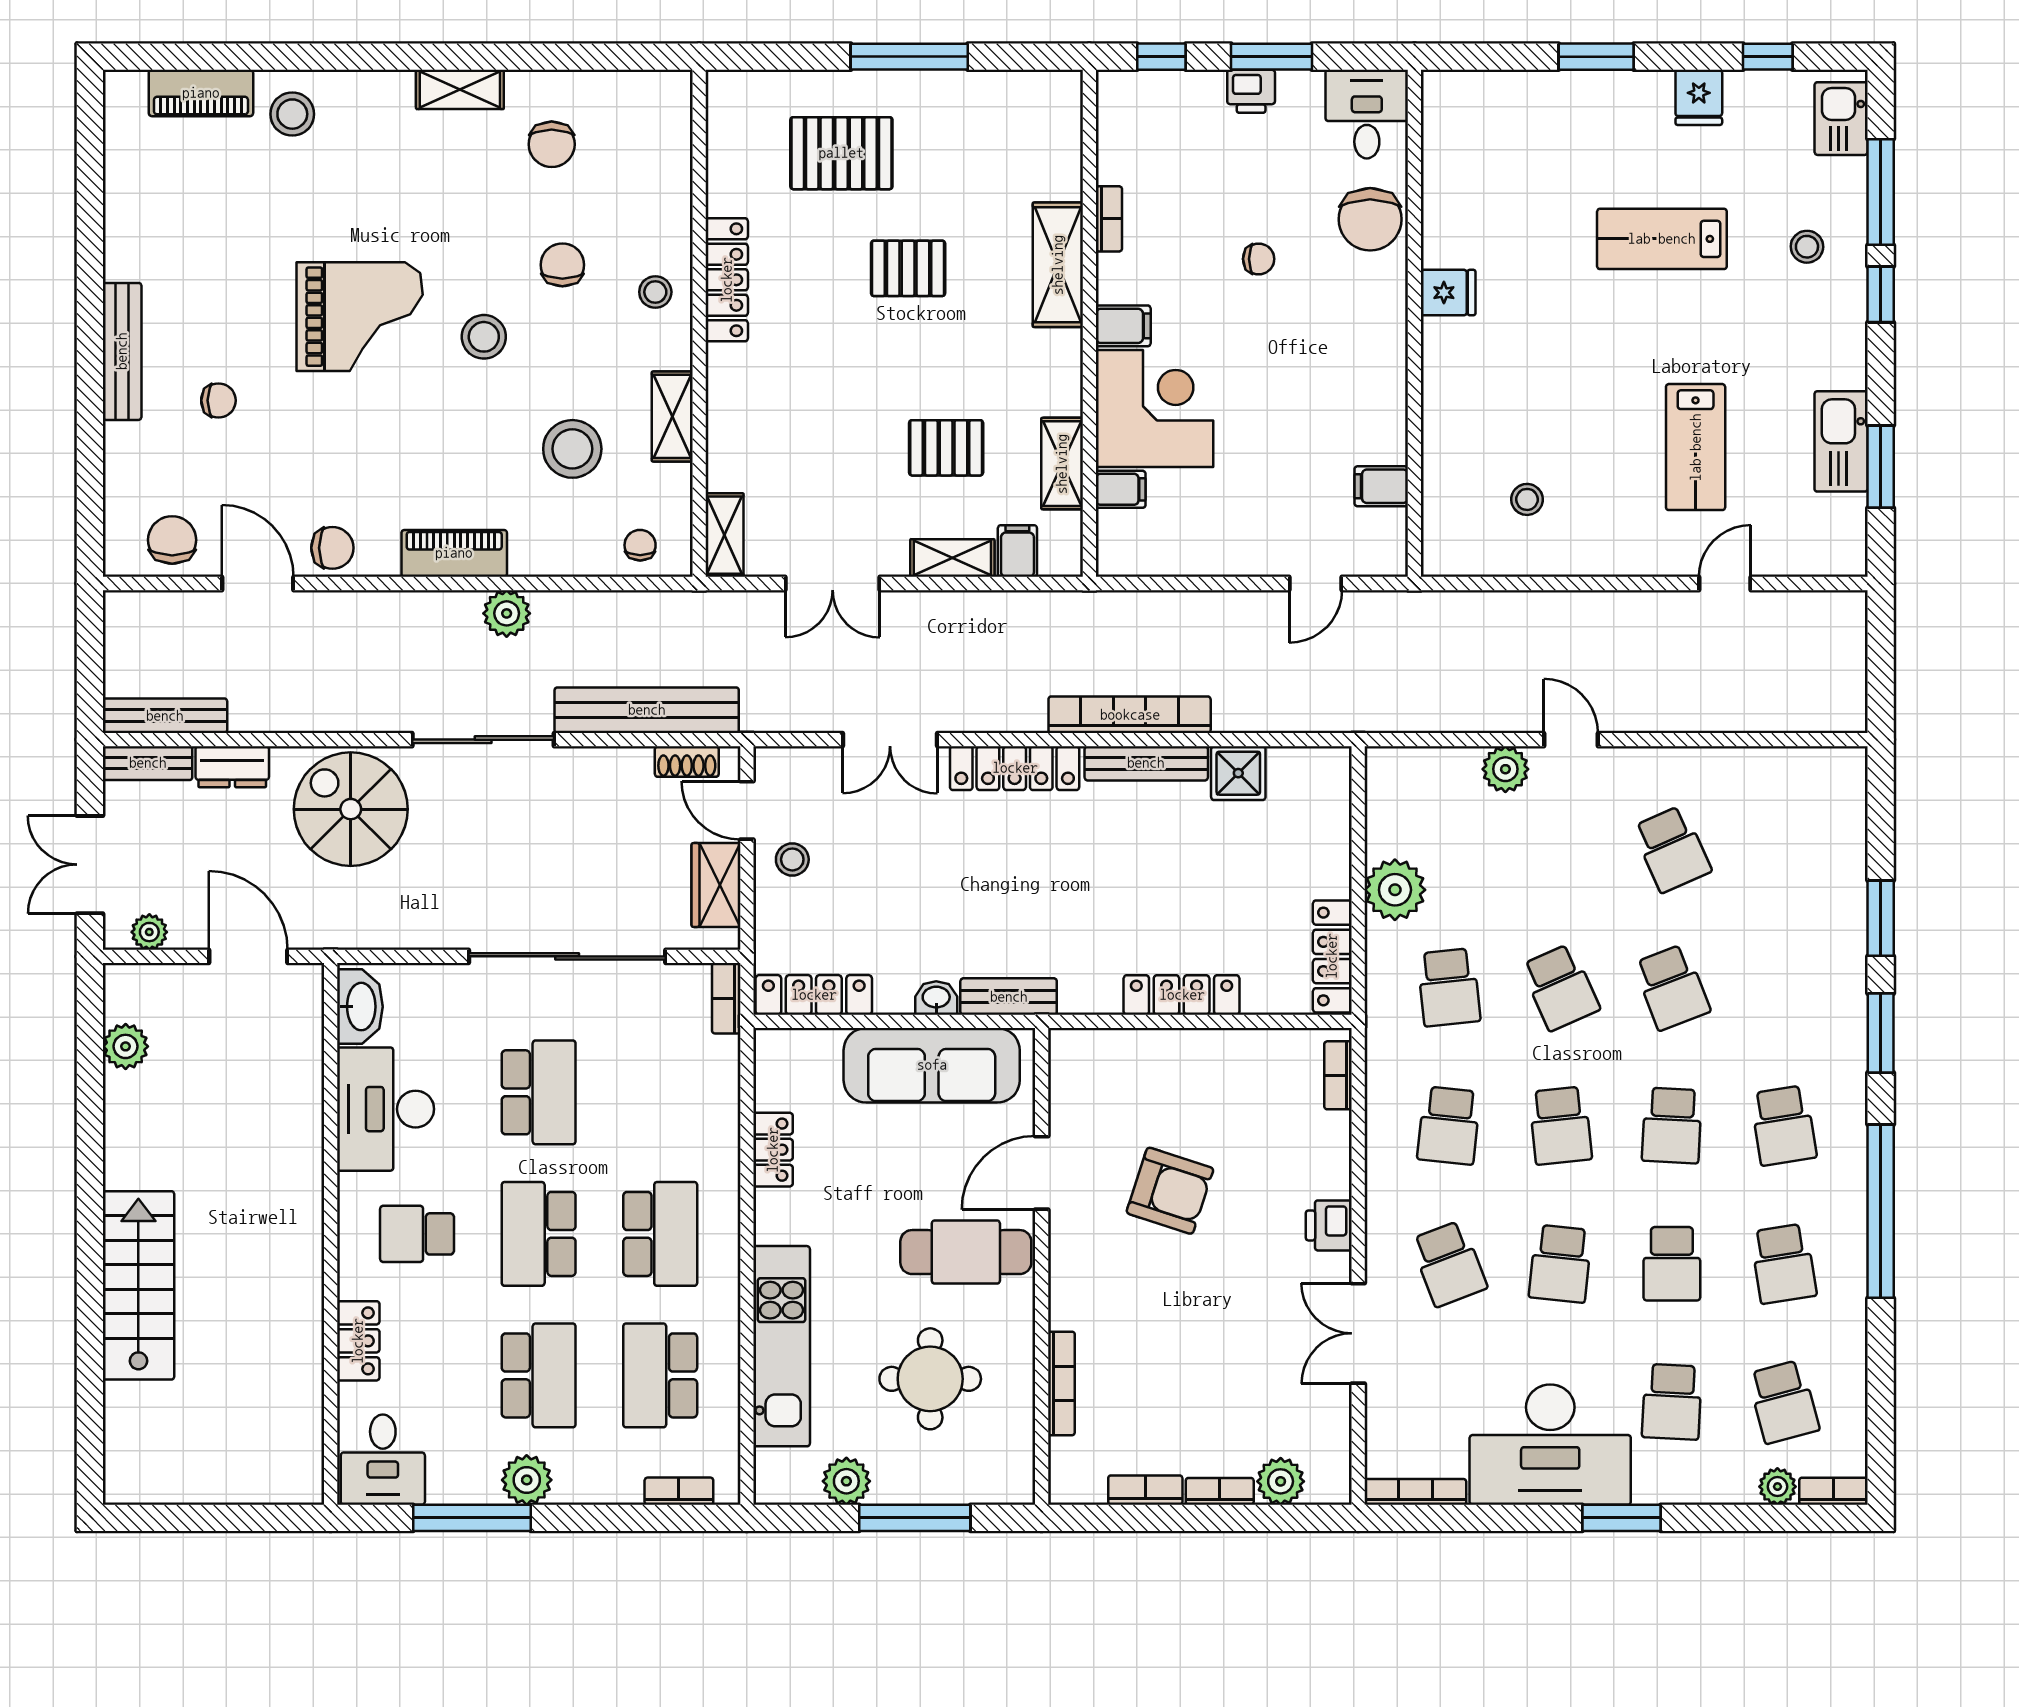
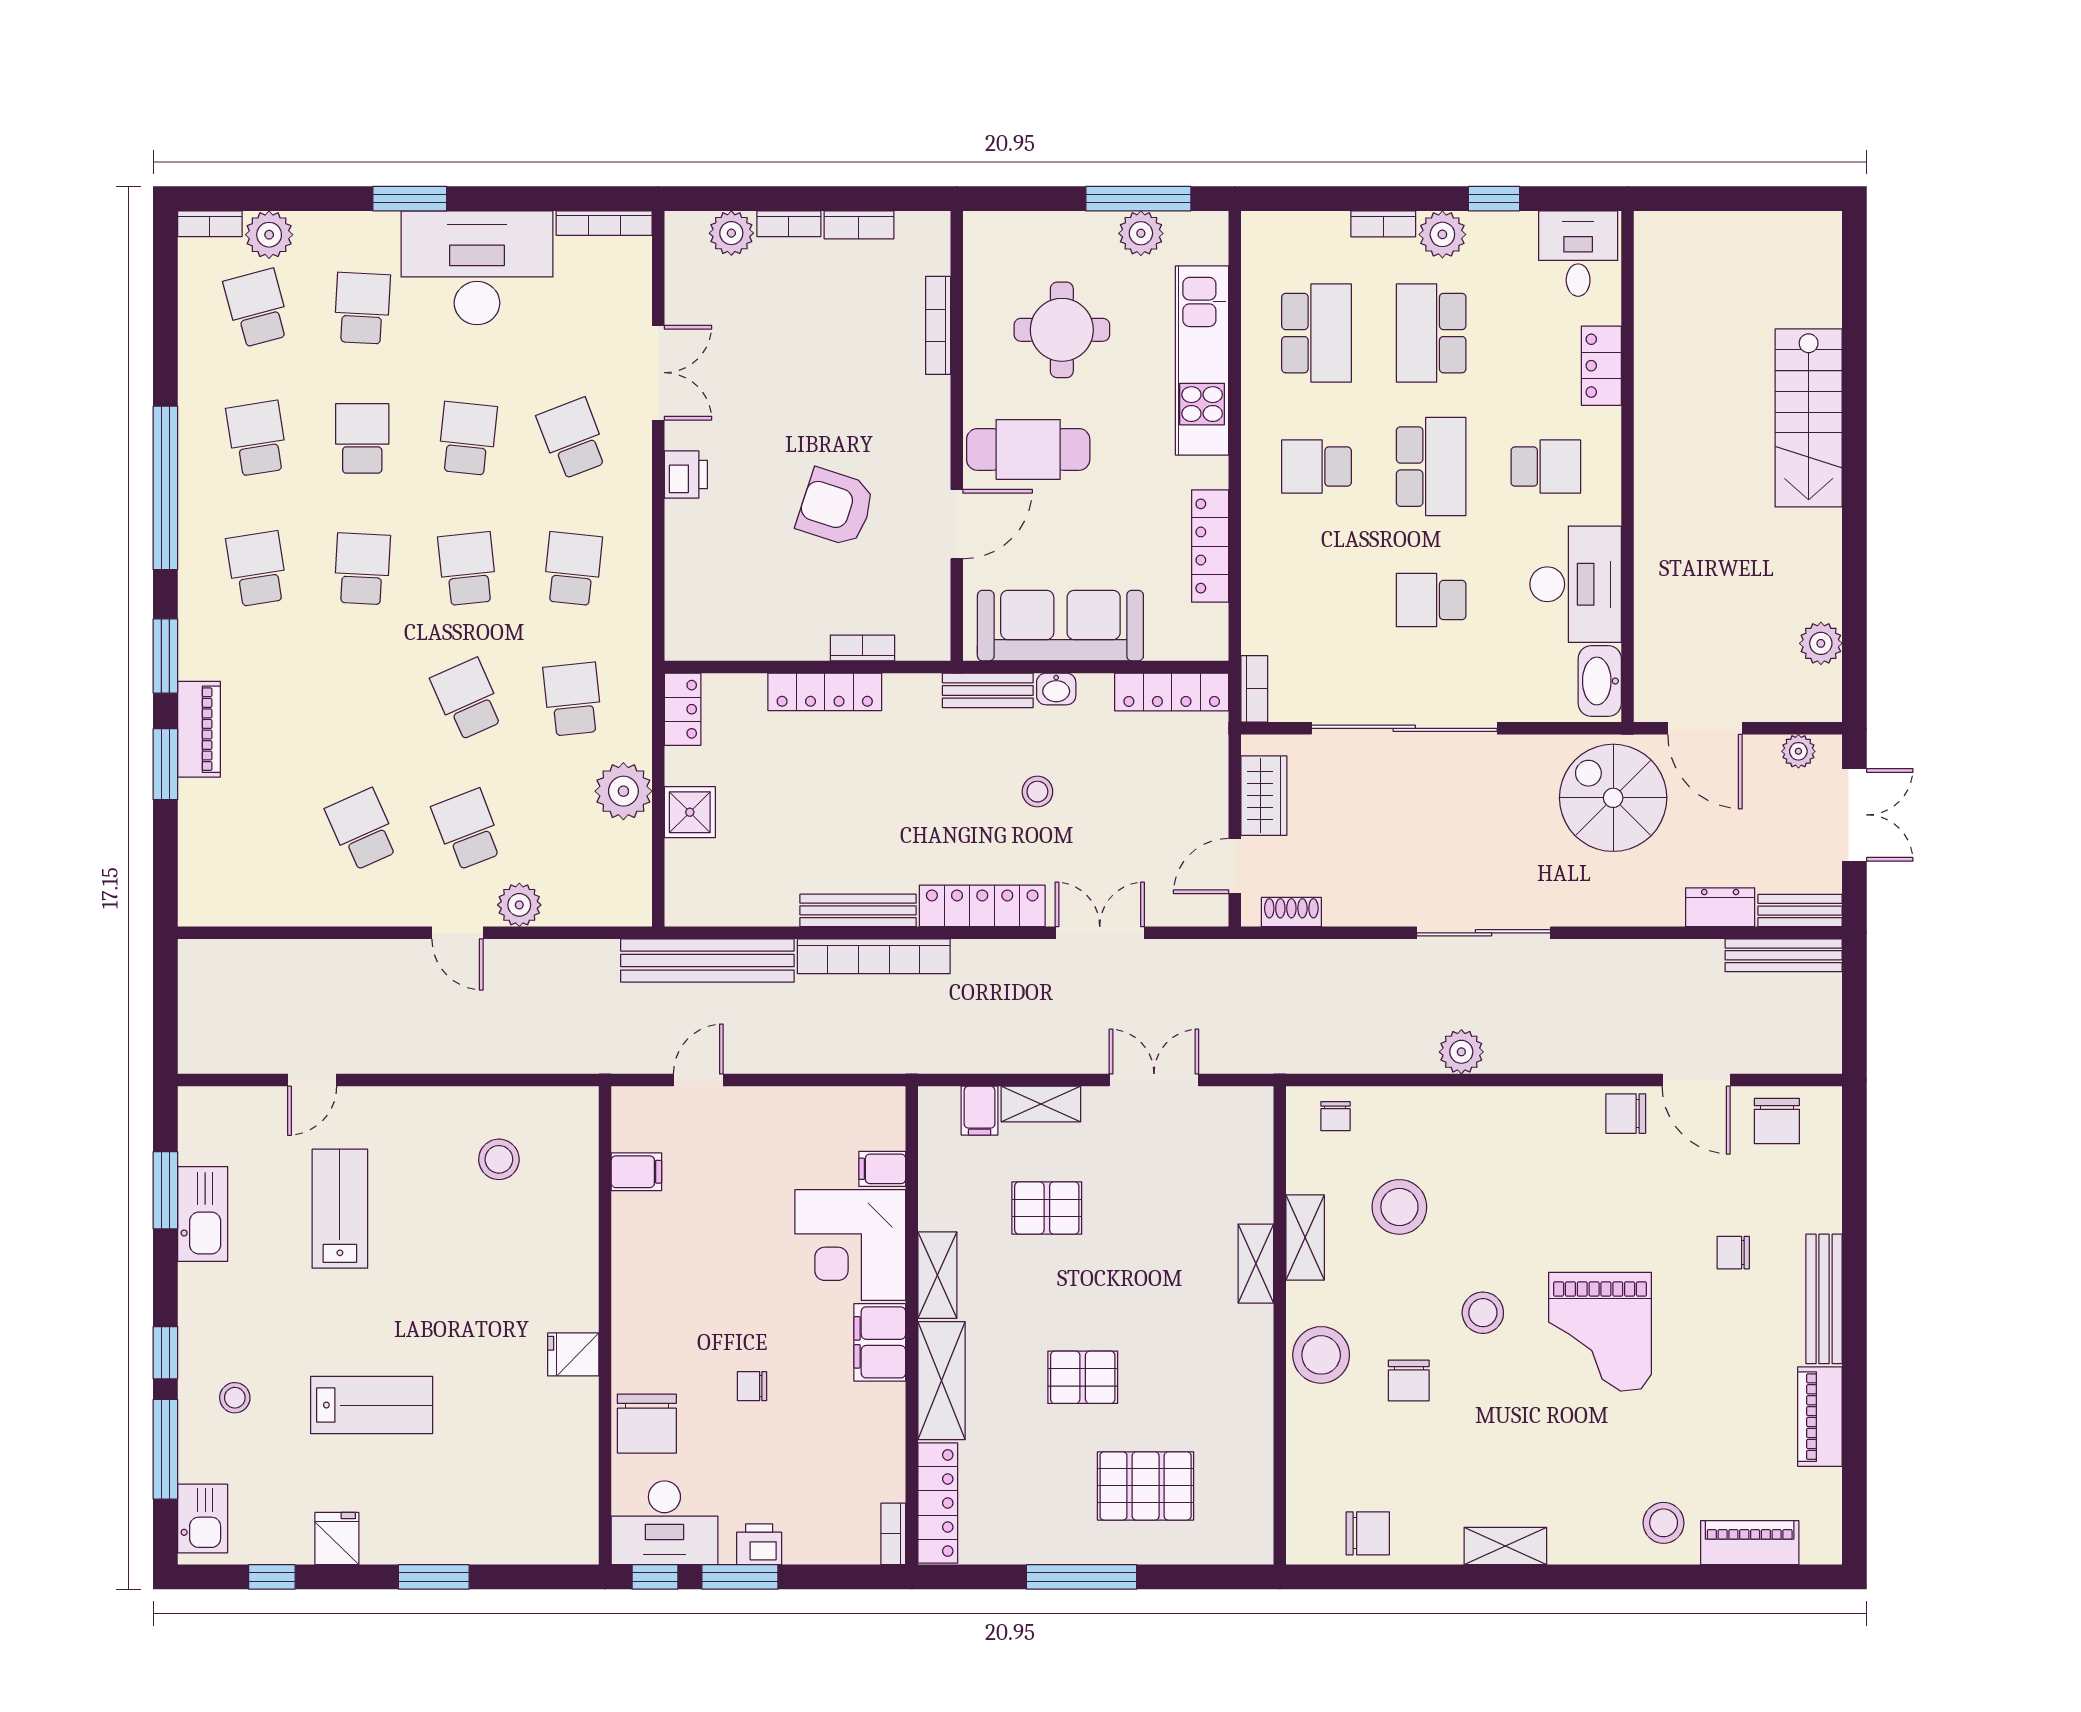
window: (1161, 57) -> (655, 1577), moved
desk: (1367, 114) -> (664, 1523), width x1.37
chair: (552, 144) -> (1368, 1533), moved, turned 90
bookcase: (1109, 219) -> (893, 1534), moved
chair: (1370, 219) -> (647, 1424), turned 180
locker: (727, 280) -> (938, 1503), moved, turned 180
stool: (655, 292) -> (1321, 1355), width x1.89, depth x1.89
grand piano: (360, 317) -> (1600, 1332), turned -90
filing cabinet: (1123, 326) -> (880, 1342), width x2.00
shelving: (1062, 464) -> (937, 1275), moved
stool: (1527, 499) -> (499, 1159), width x1.37, depth x1.37
shelving: (724, 535) -> (1256, 1264), moved
piano: (454, 553) -> (1820, 1417), moved, turned 90
bench: (647, 710) -> (707, 961), moved
shower: (1238, 773) -> (690, 812), moved
spiral stairs: (351, 809) -> (1613, 798), moved, turned 180
door: (747, 810) -> (1235, 866), swing flipped
stool: (792, 859) -> (1037, 792), moved
piano: (1845, 955) -> (199, 729), added
locker: (1332, 956) -> (683, 709), width x0.66
school desk: (1672, 987) -> (467, 829), moved
bookcase: (1338, 1075) -> (863, 648), moved, turned -90
school desk: (539, 1092) -> (1431, 600), width x0.54
locker: (773, 1150) -> (1210, 546), width x1.53
school desk: (660, 1234) -> (1316, 467), width x0.54
plant: (1777, 1487) -> (269, 235), width x1.38, depth x1.38
bookcase: (679, 1491) -> (1383, 224), moved
window: (472, 1518) -> (1494, 199), width x0.46
window: (915, 1518) -> (1138, 199), moved

